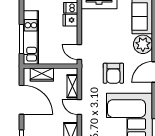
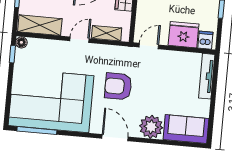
fridge: (70, 20) -> (184, 35), width x1.88, depth x1.34

